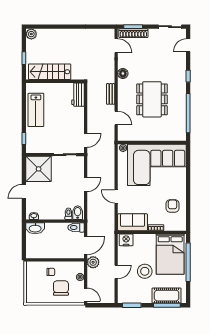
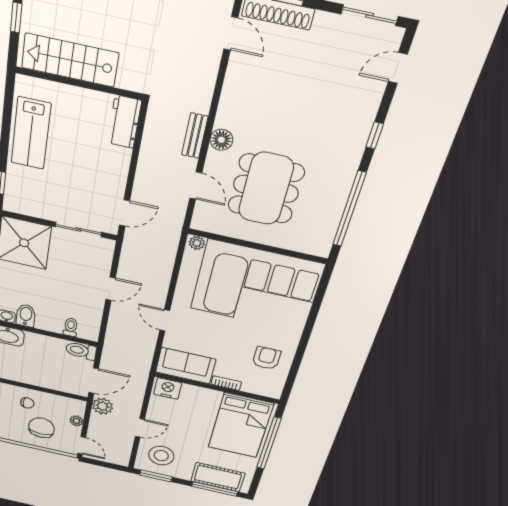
floor lamp: (123, 73) -> (221, 140), moved
dining table: (152, 99) -> (266, 189), moved
bidet: (78, 213) -> (26, 315), moved
stool: (145, 271) -> (161, 456), moved

